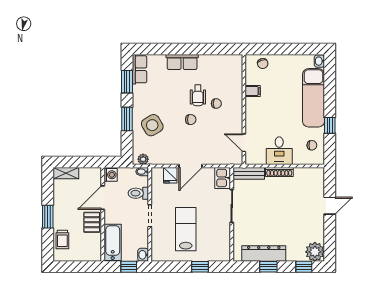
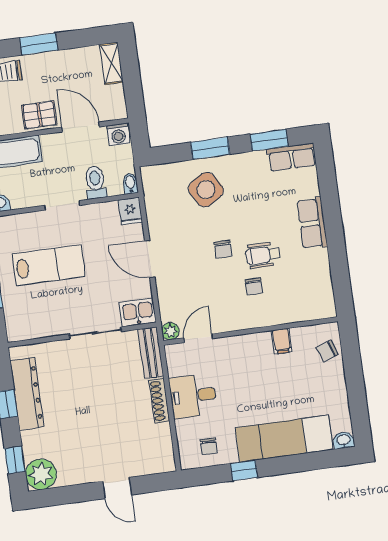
plant: (143, 159) -> (170, 331), moved
fridge: (170, 175) -> (130, 211), moved, turned -90

